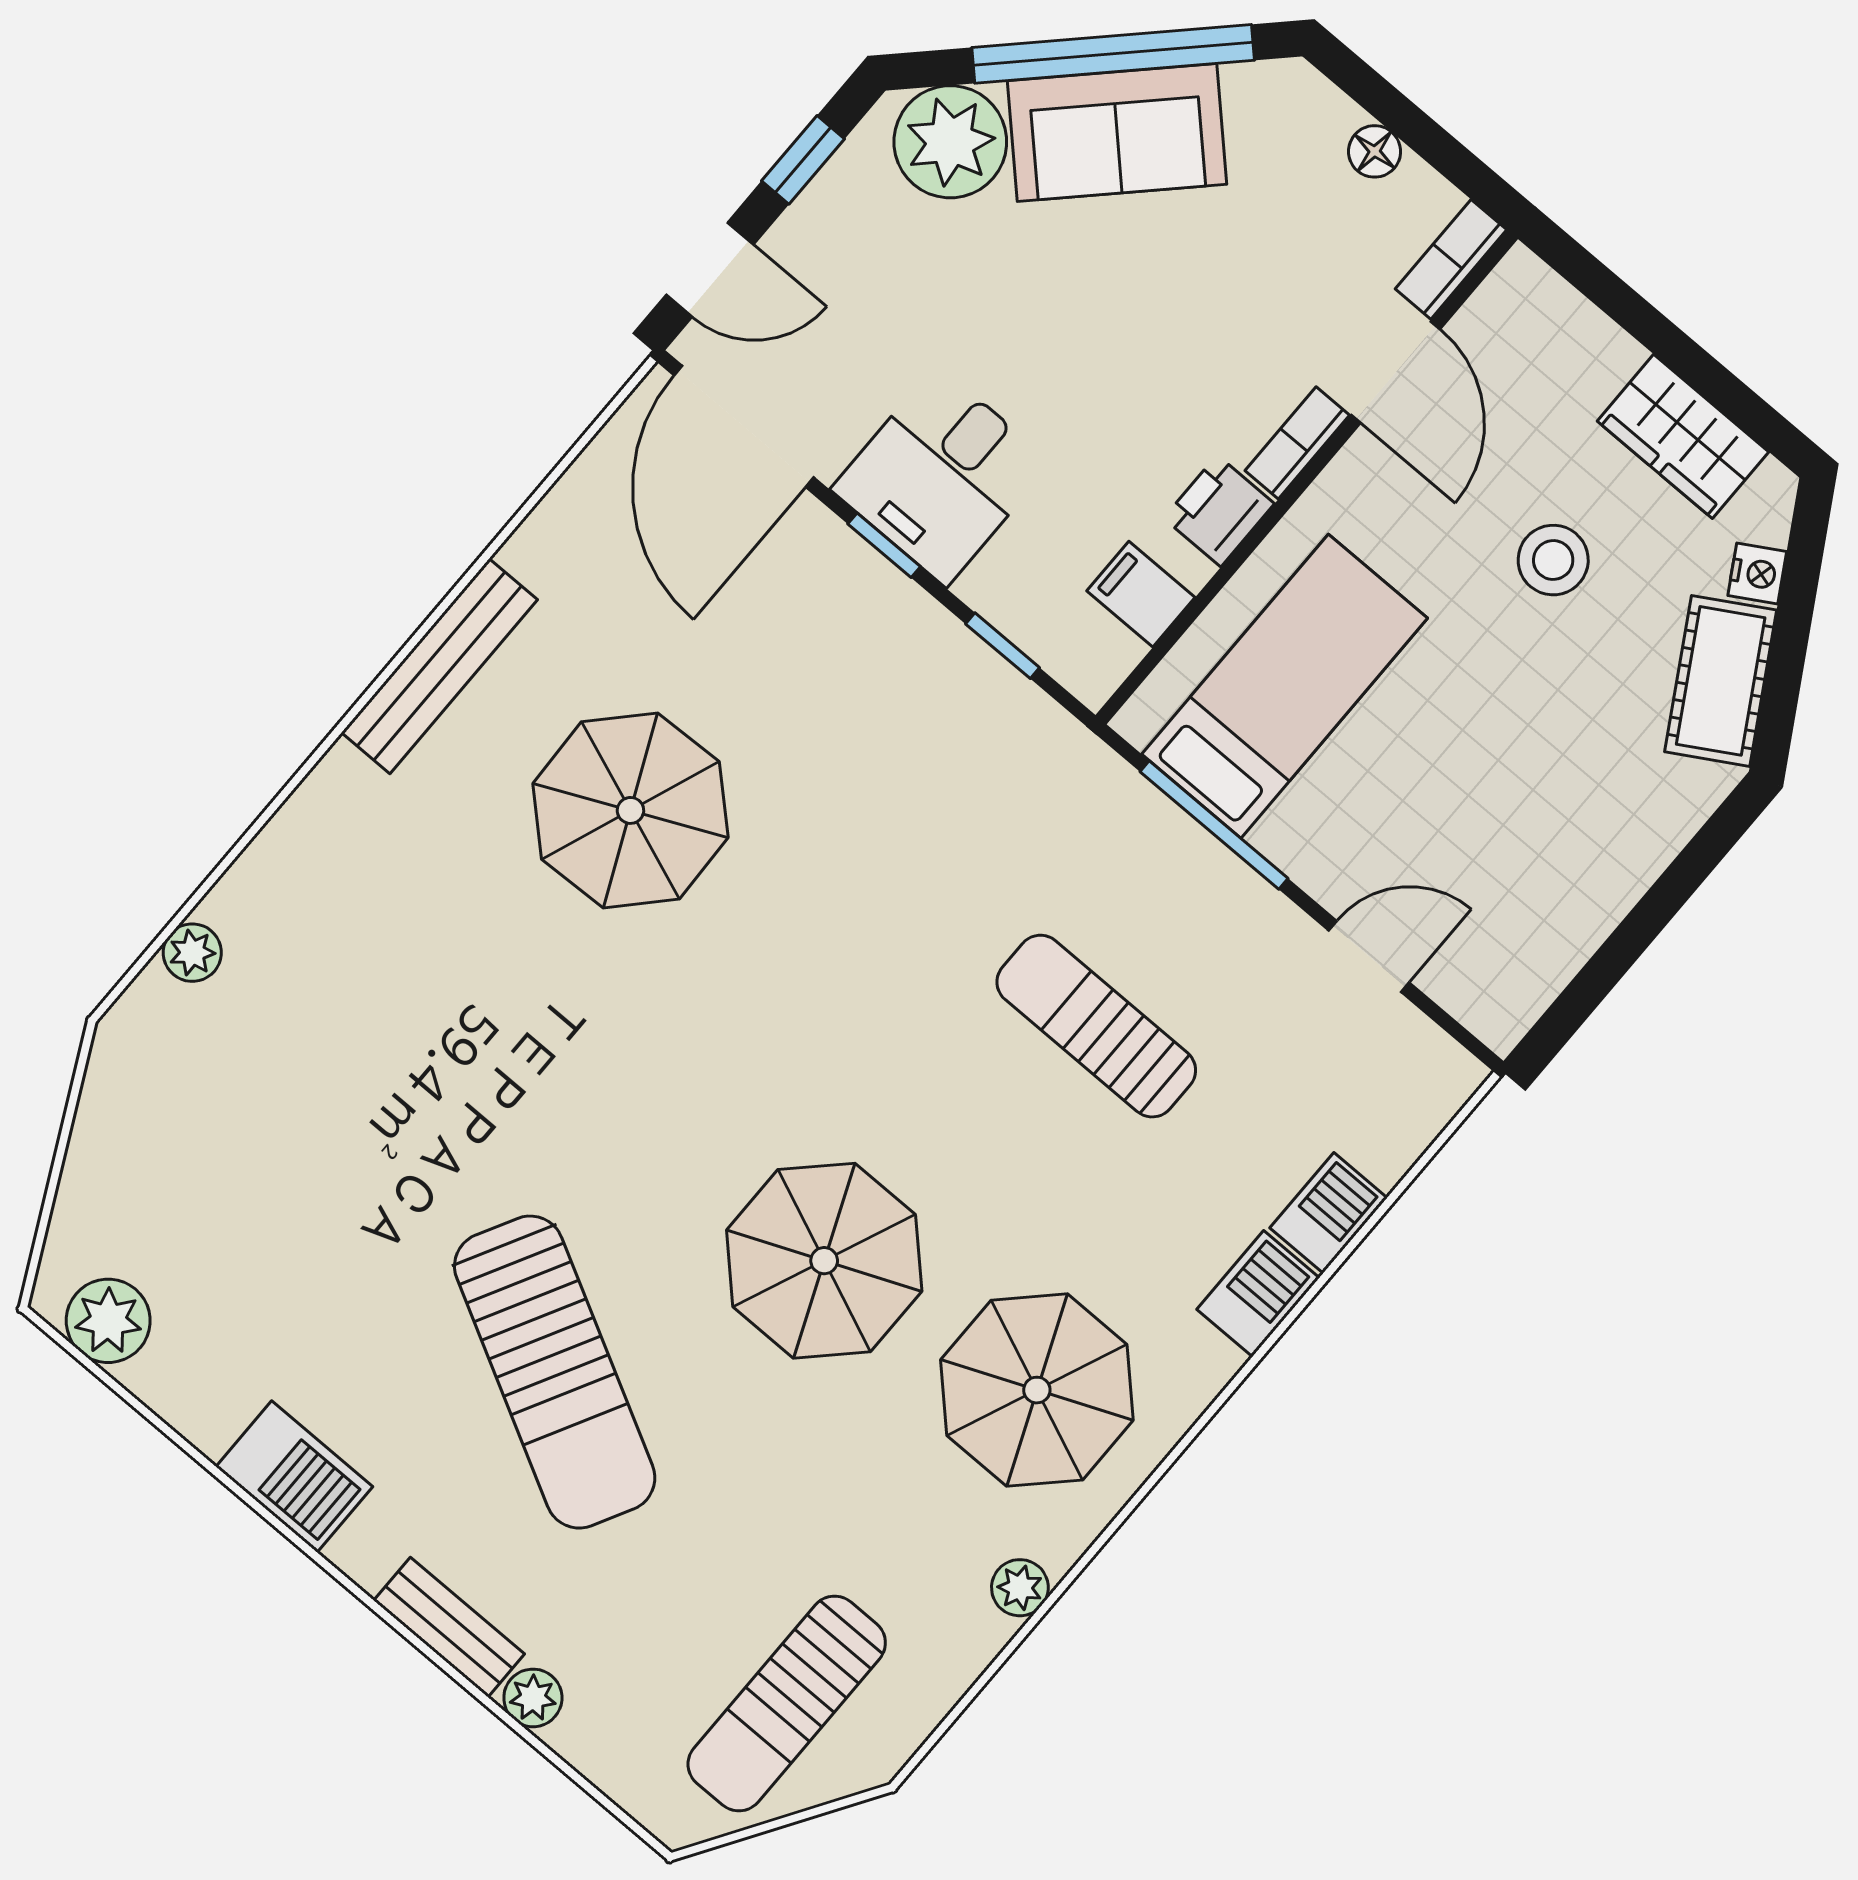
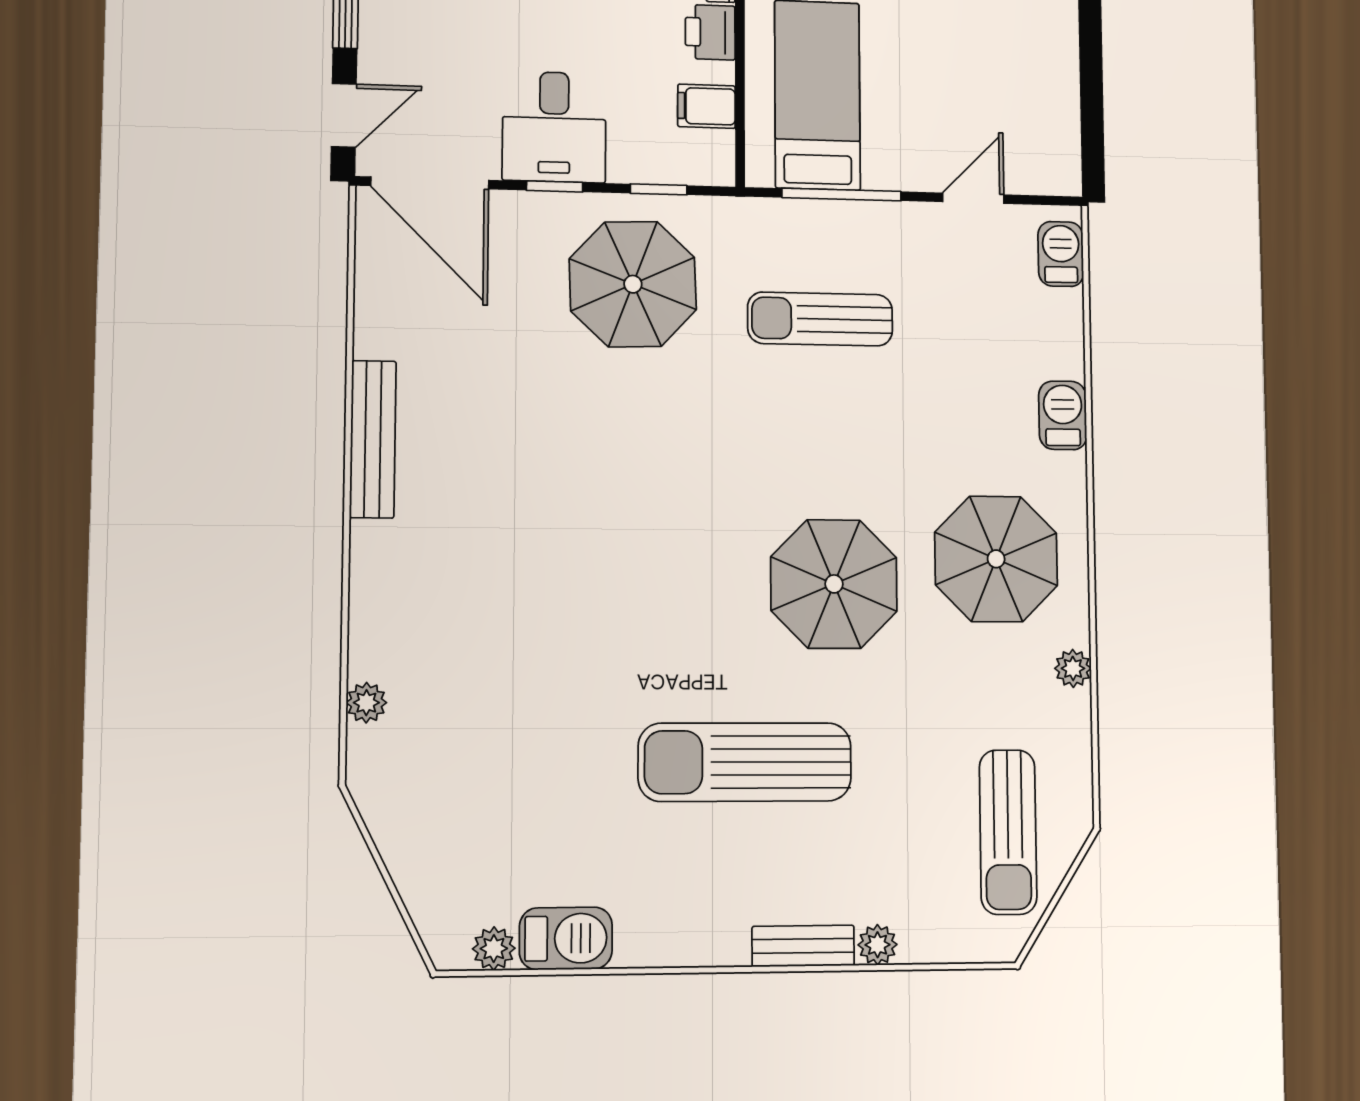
parasol: (630, 810) -> (633, 284), moved
sun lounger: (1096, 1026) -> (820, 319), moved
barbecue: (1329, 1213) -> (1061, 254), moved
plant: (108, 1321) -> (494, 949), width x0.73, depth x0.73
sun lounger: (555, 1372) -> (745, 762), turned 152
barbecue: (294, 1477) -> (566, 938), moved

